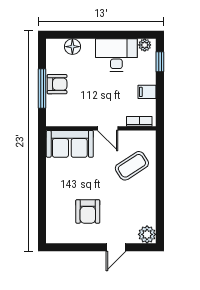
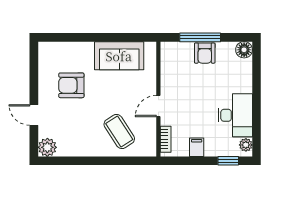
floor lamp: (72, 47) -> (244, 50), moved
sofa: (70, 144) -> (119, 56), moved, turned -90

